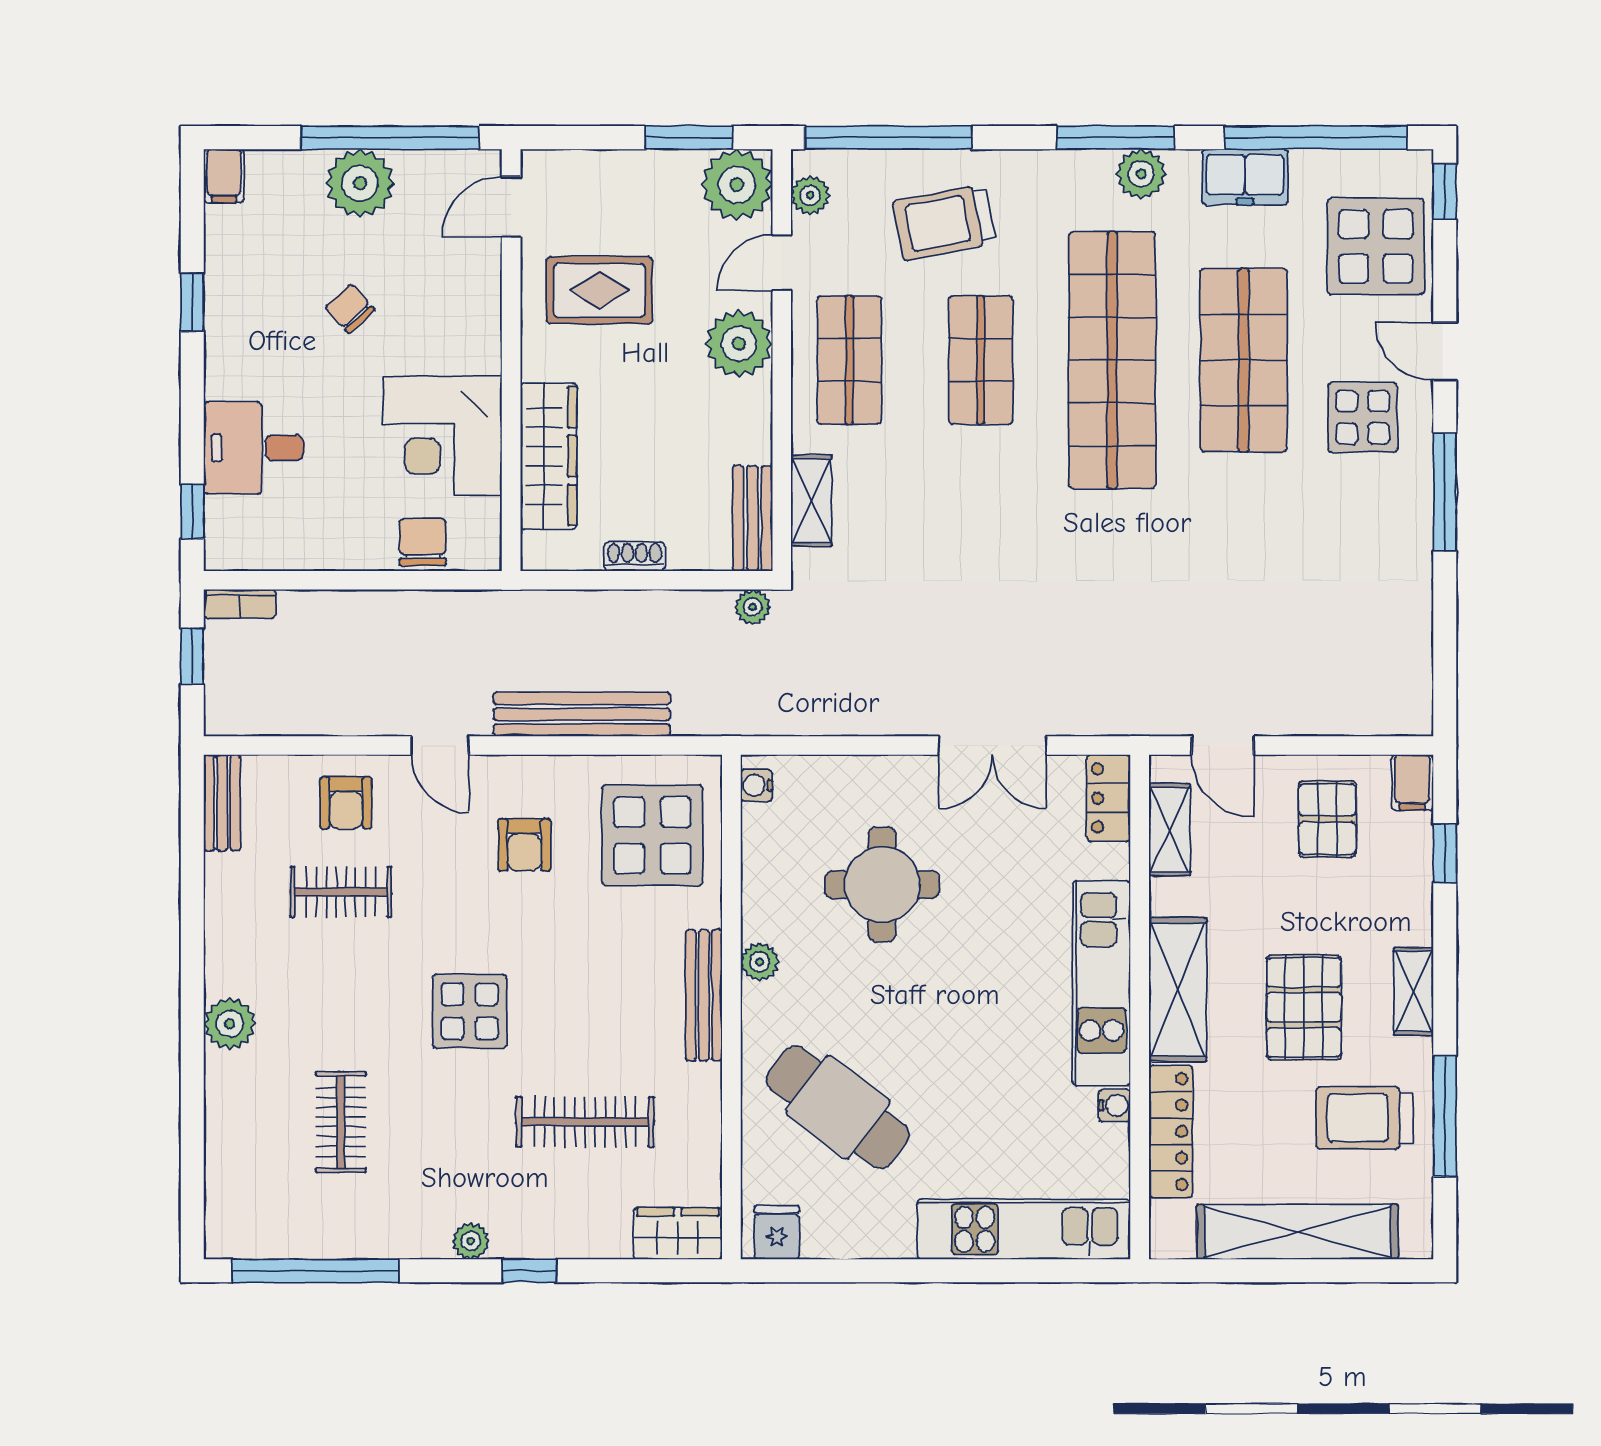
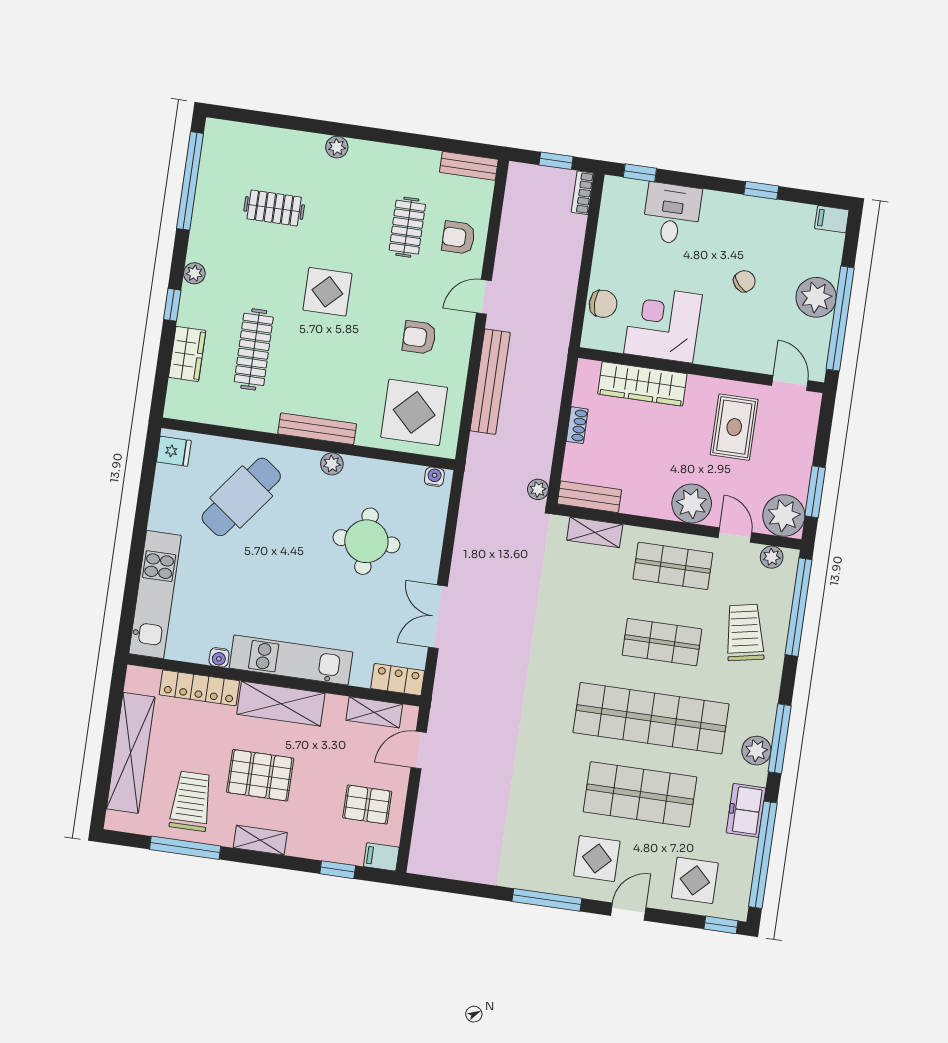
display table: (1376, 246) -> (695, 880), width x0.73, depth x0.73
plant: (230, 1024) -> (337, 147), width x0.73, depth x0.73
wardrobe: (678, 1234) -> (187, 354), moved

